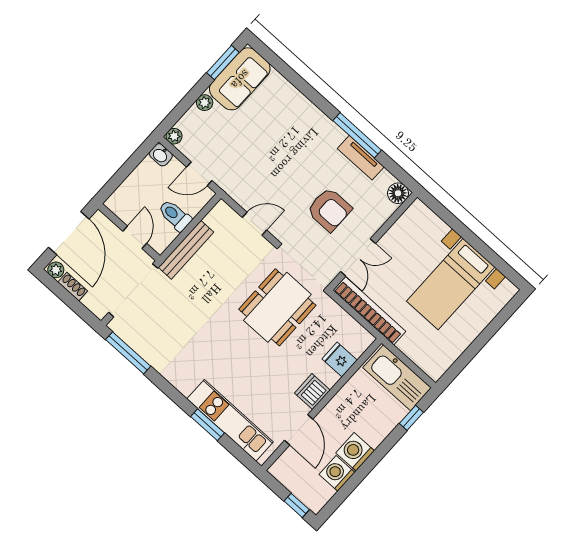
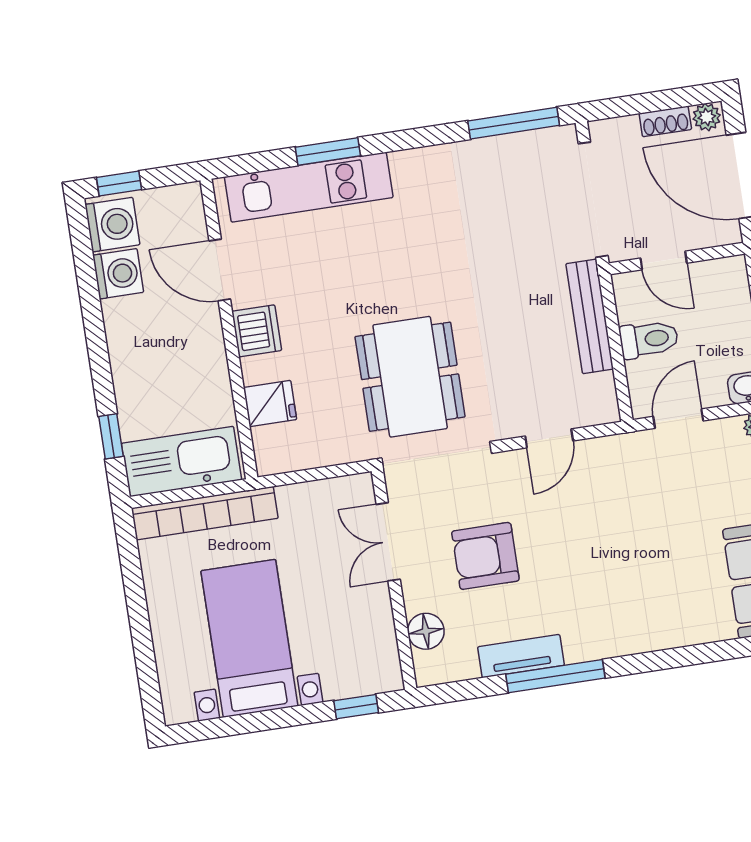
floor lamp: (398, 193) -> (426, 631), moved
window: (442, 212) -> (356, 707), added
bookcase: (369, 311) -> (205, 513), moved
washing machine: (355, 452) -> (112, 225), moved

